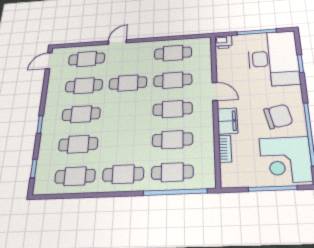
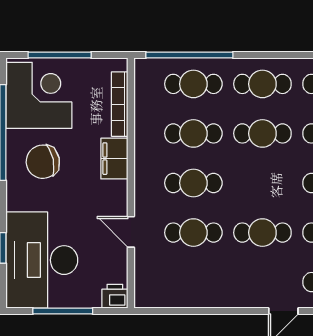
cafe table: (173, 53) -> (262, 133), moved
door: (215, 92) -> (131, 232), moved
bookcase: (225, 149) -> (120, 104), width x1.56

